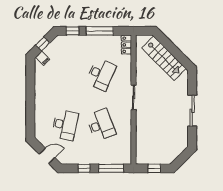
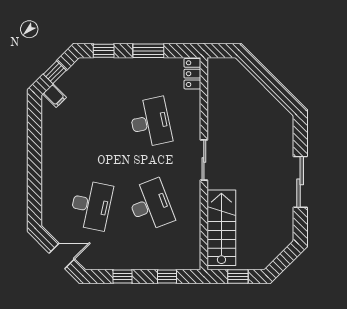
window: (100, 31) -> (148, 51), width x0.69
stairs: (164, 58) -> (221, 228), moved, turned -135
desk: (101, 74) -> (150, 122), turned -36
window: (111, 168) -> (167, 277), width x0.46

